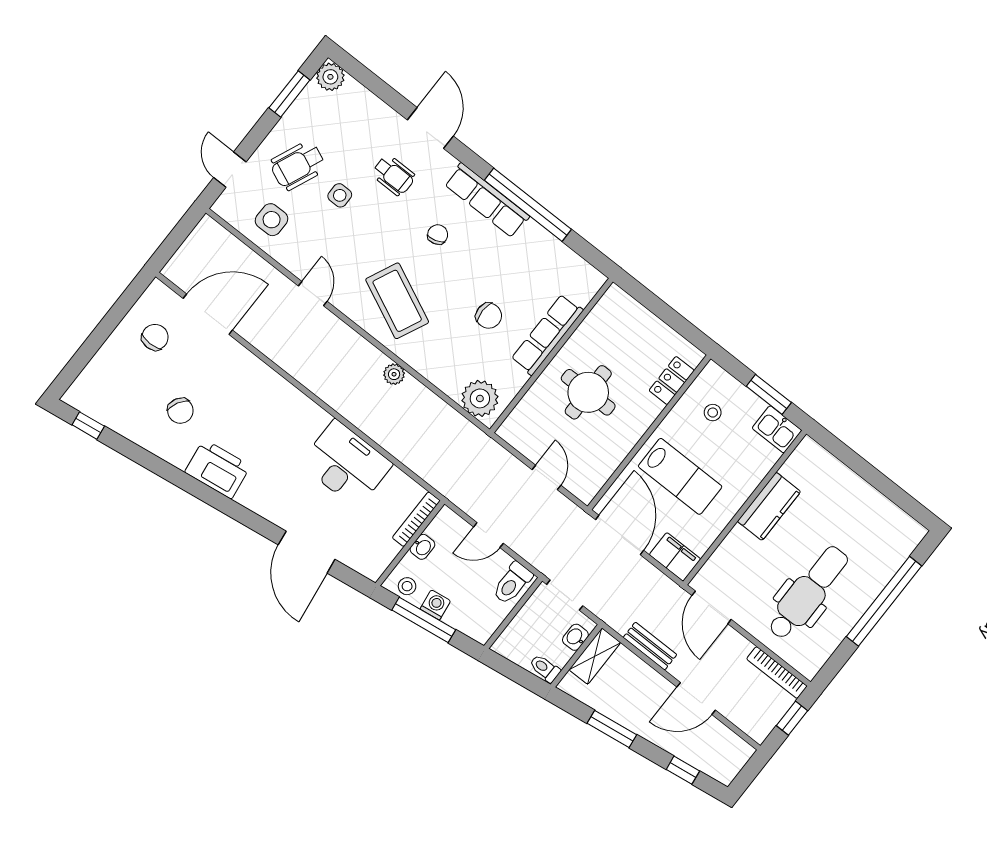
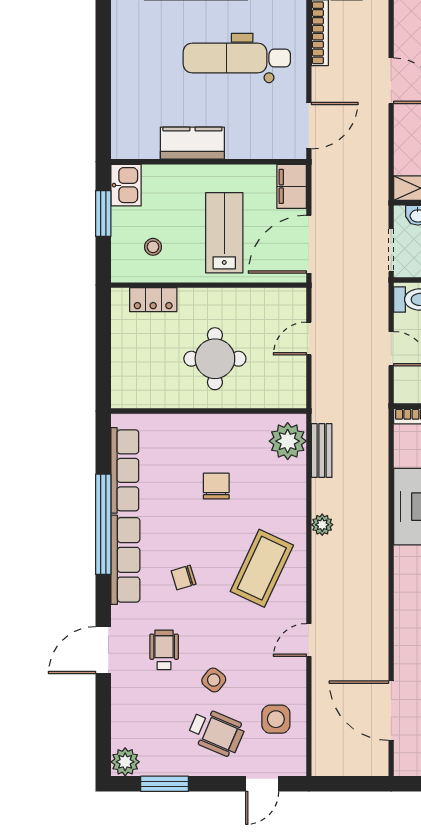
side table: (340, 195) -> (214, 680), turned 38
row of seats: (547, 335) -> (125, 470), moved, turned -90
bench: (650, 646) -> (322, 451), moved

